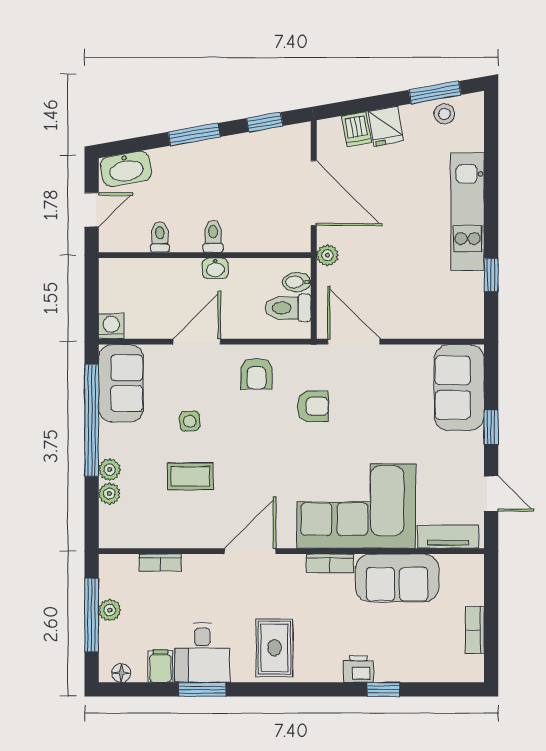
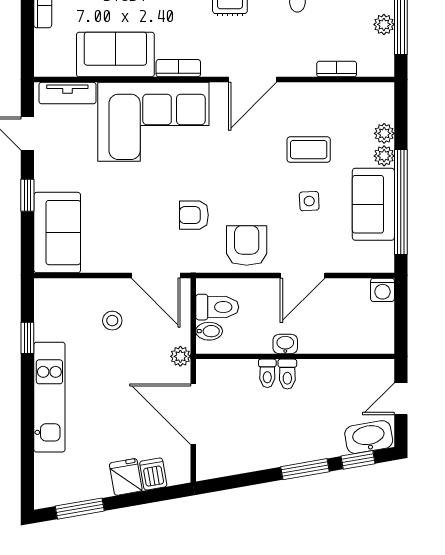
stool: (444, 114) -> (112, 321), moved
window: (265, 122) -> (358, 460), moved
toilet: (160, 237) -> (267, 373), moved
armchair: (257, 374) -> (247, 246), width x1.38, depth x1.38
sofa: (121, 383) -> (373, 204), moved

